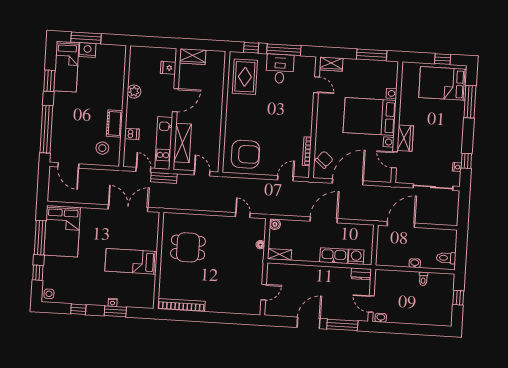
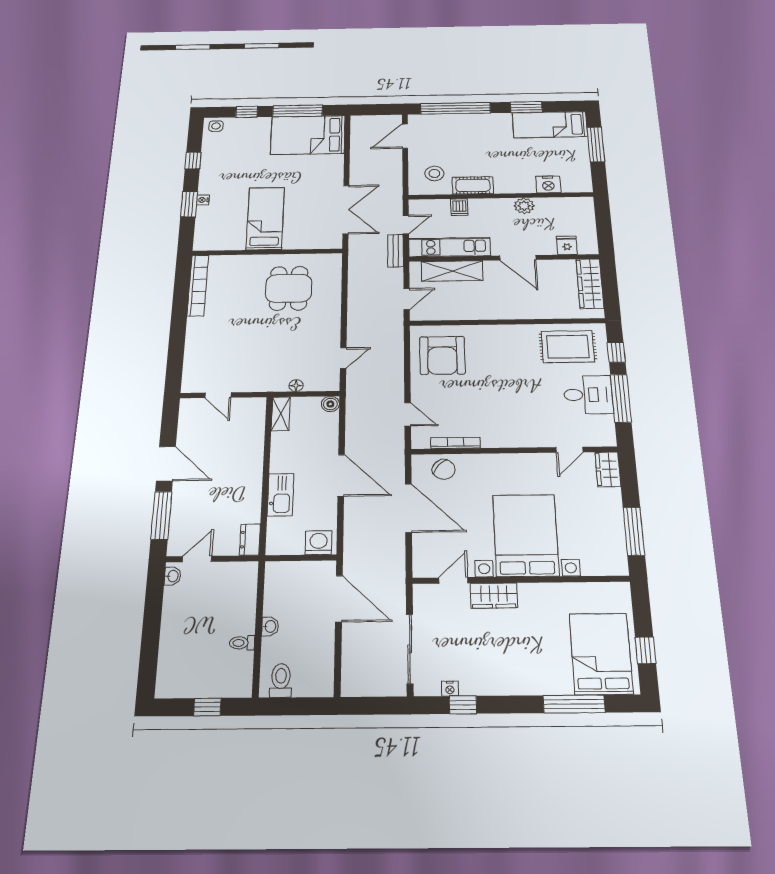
nightstand: (87, 50) -> (548, 184), moved, turned 90
wardrobe: (193, 57) -> (590, 284), width x1.50
washing machine: (356, 257) -> (319, 543), moved, turned -90

